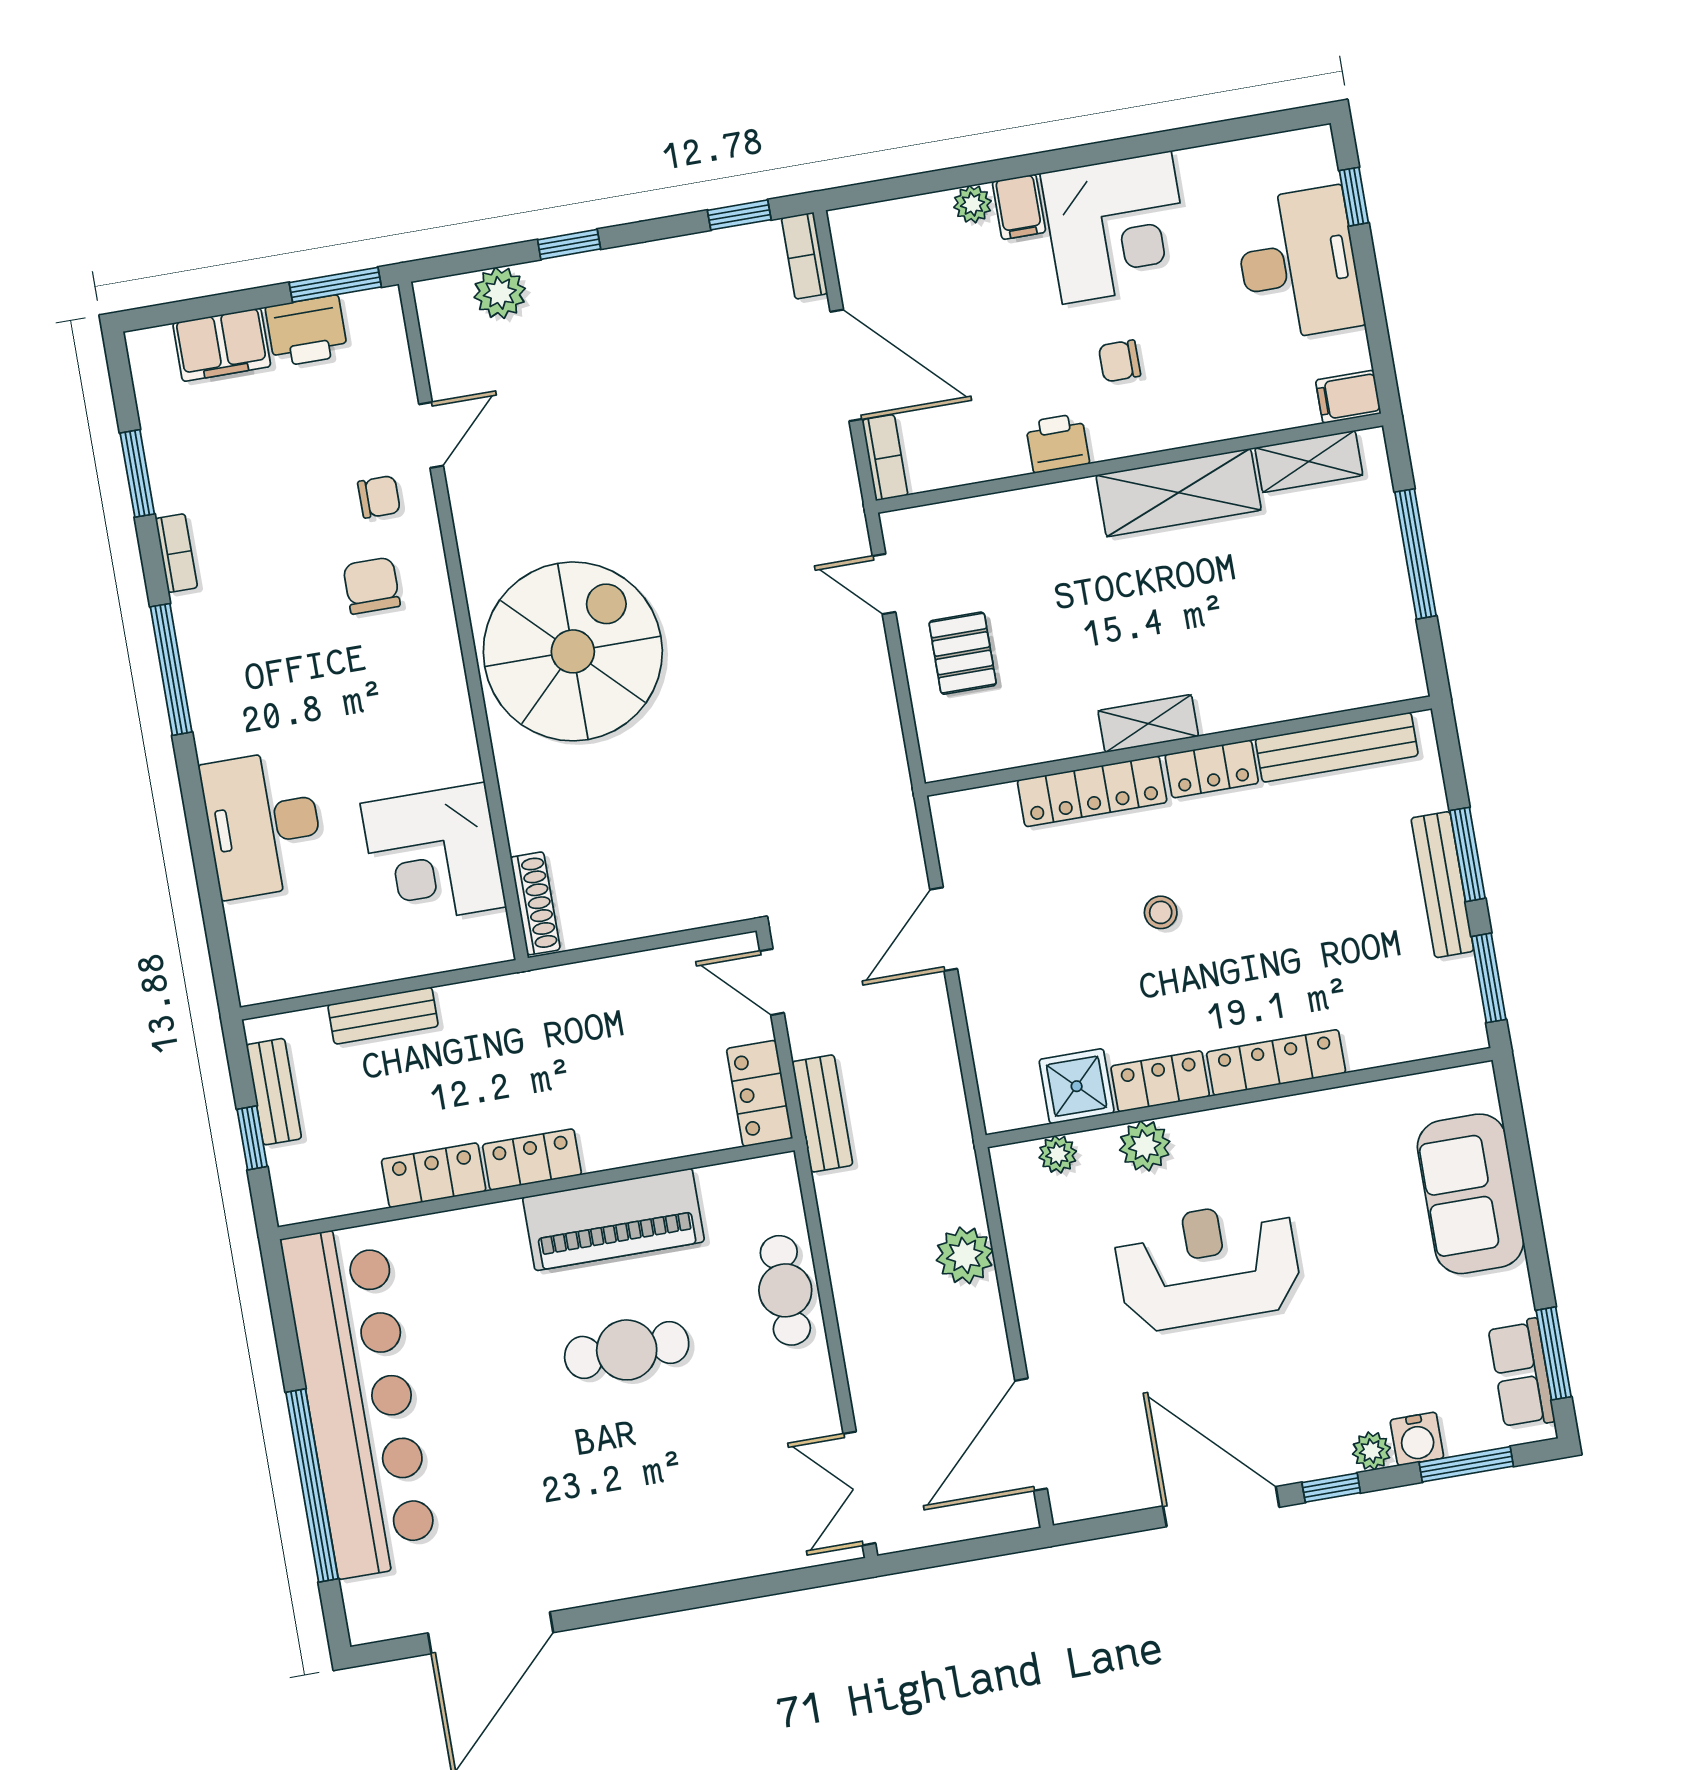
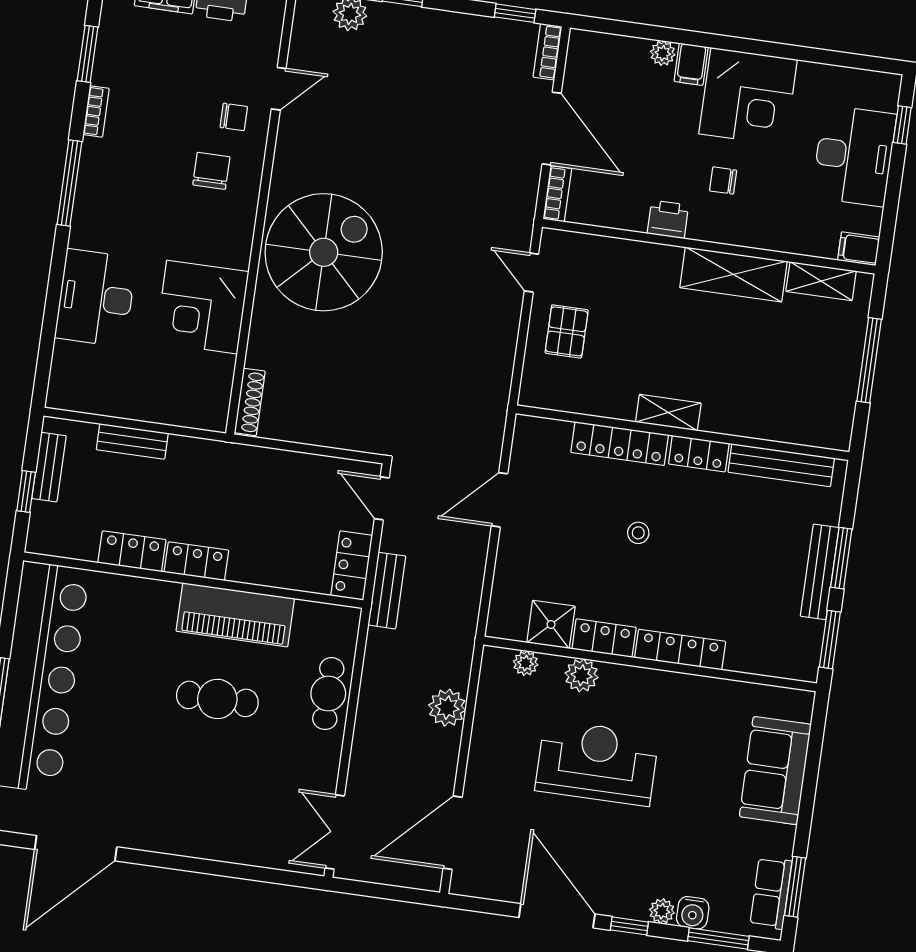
corner desk: (433, 855) -> (202, 307), moved

